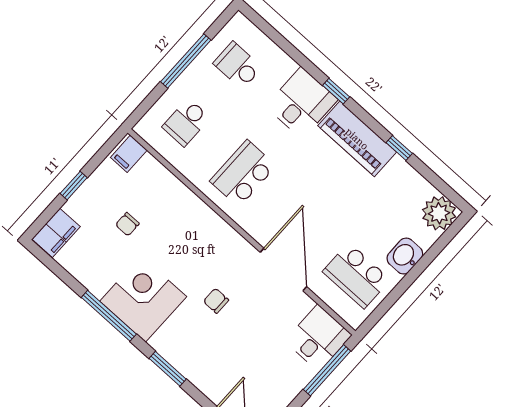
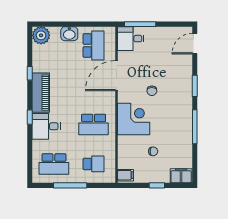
school desk: (238, 65) -> (54, 164), width x1.85
corner desk: (143, 299) -> (134, 119), moved, turned 180

